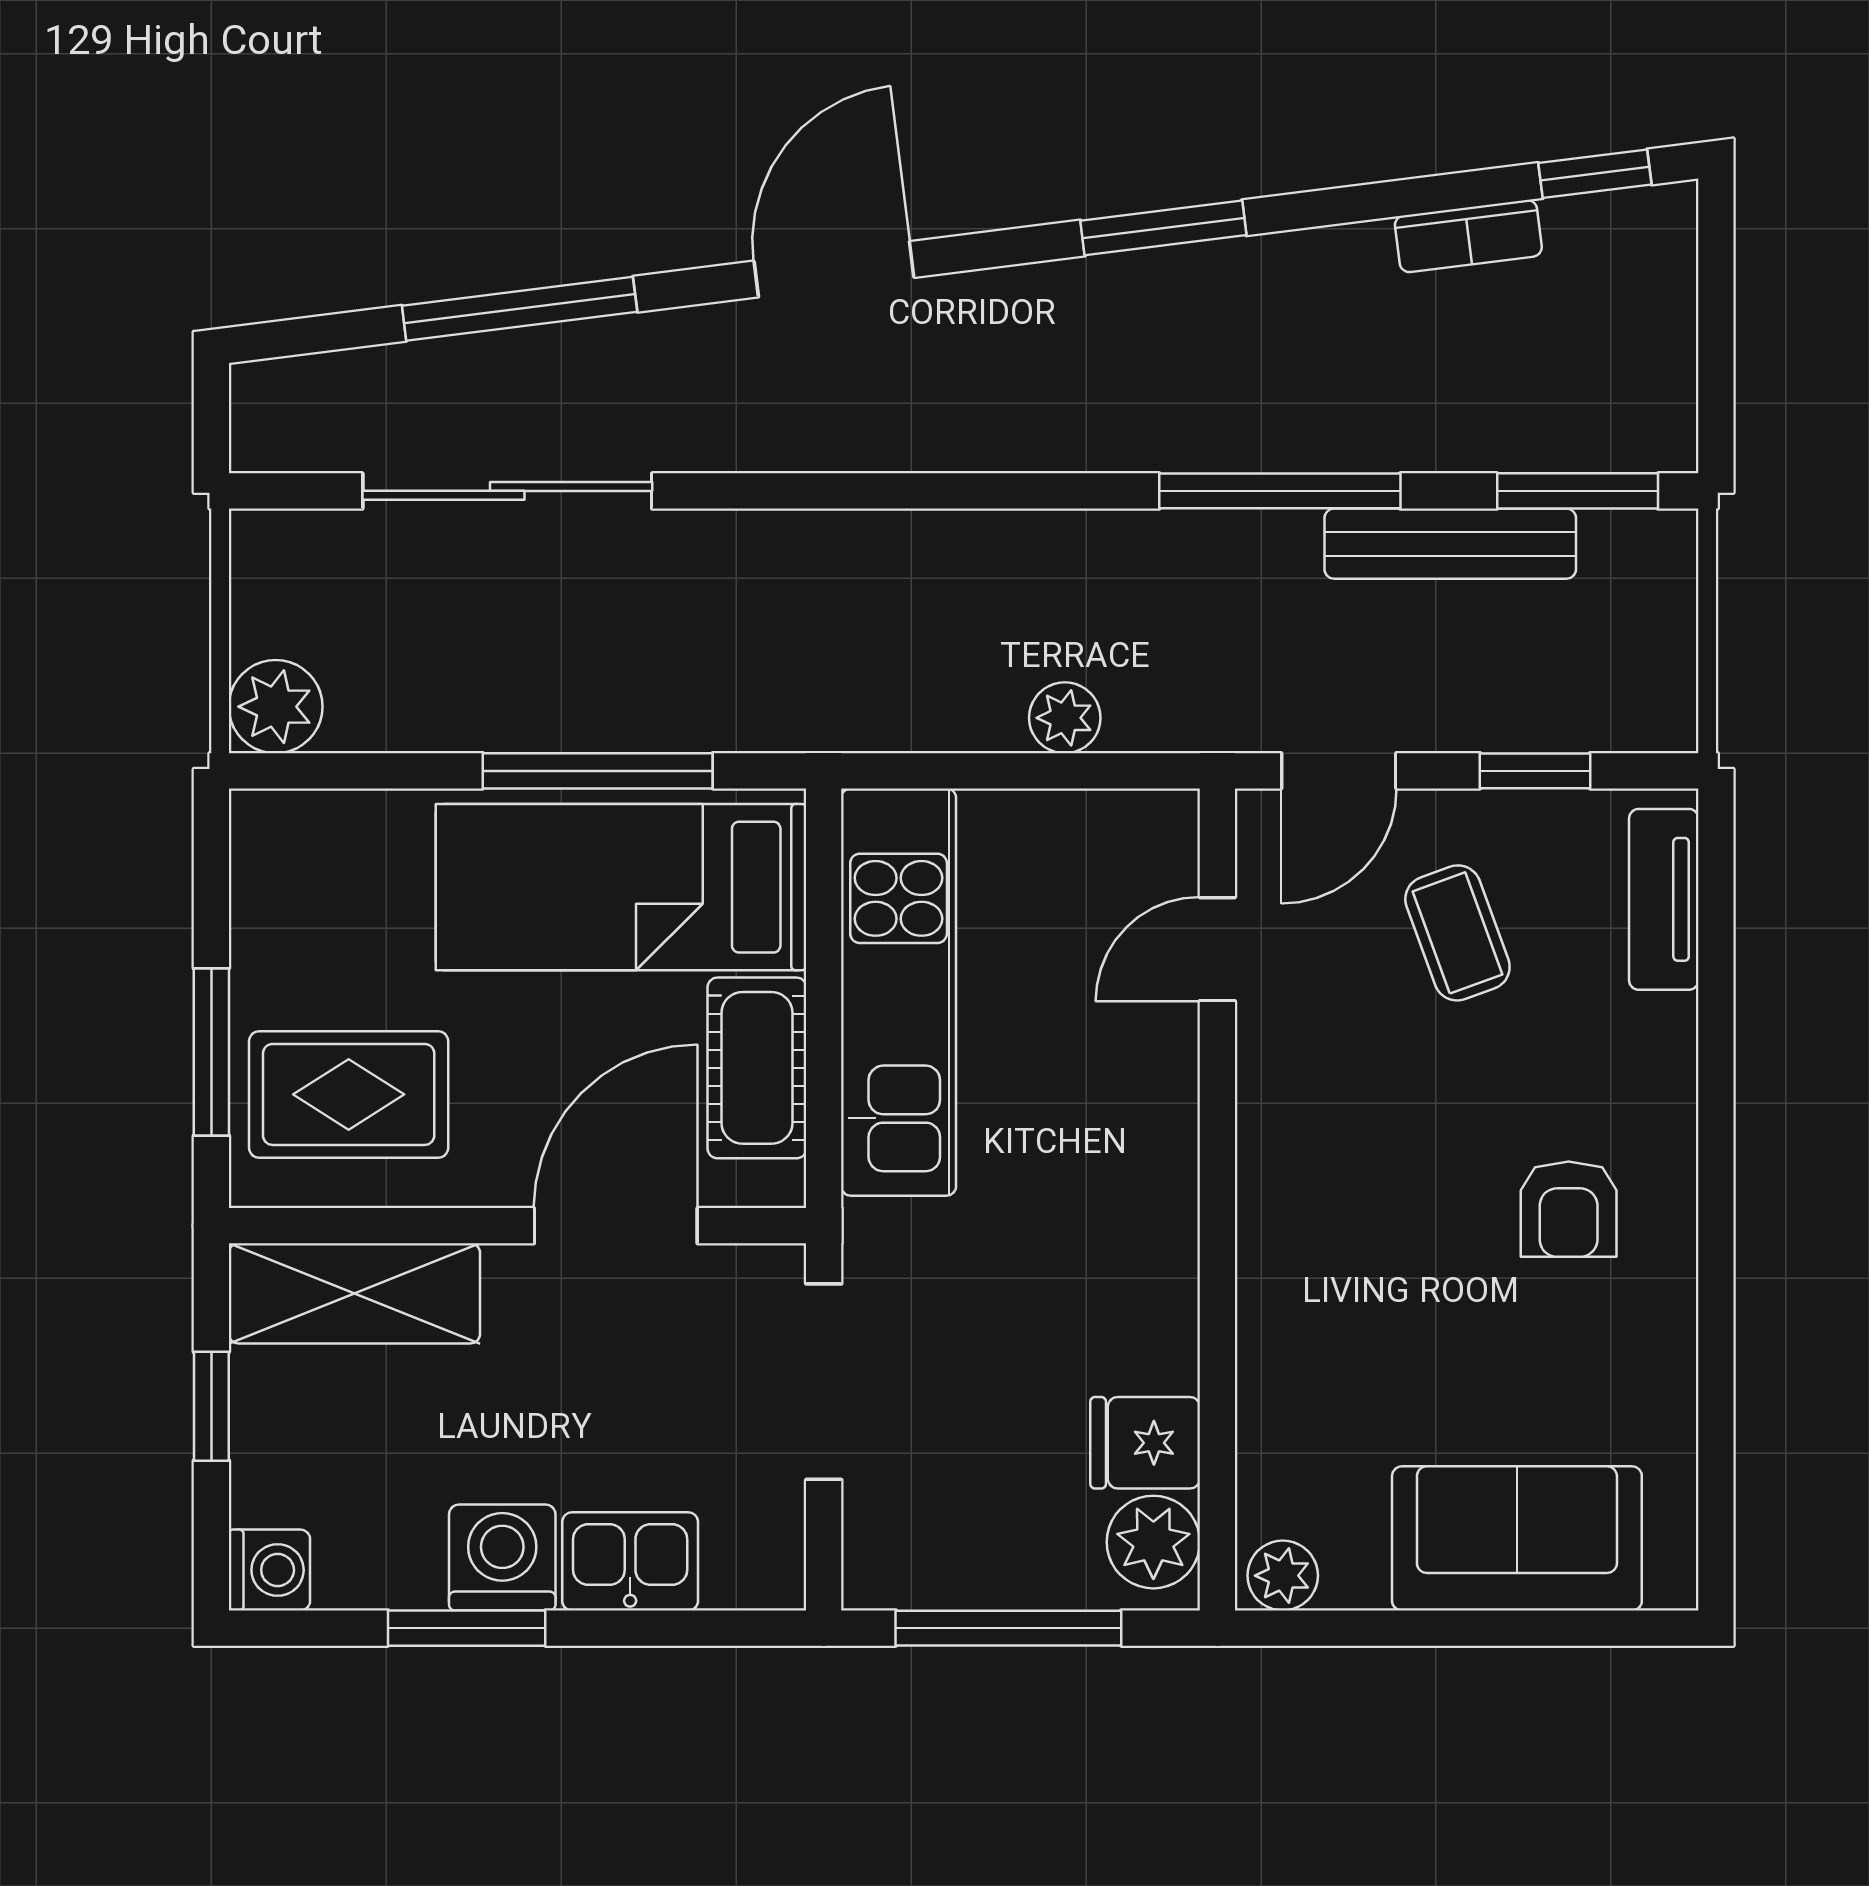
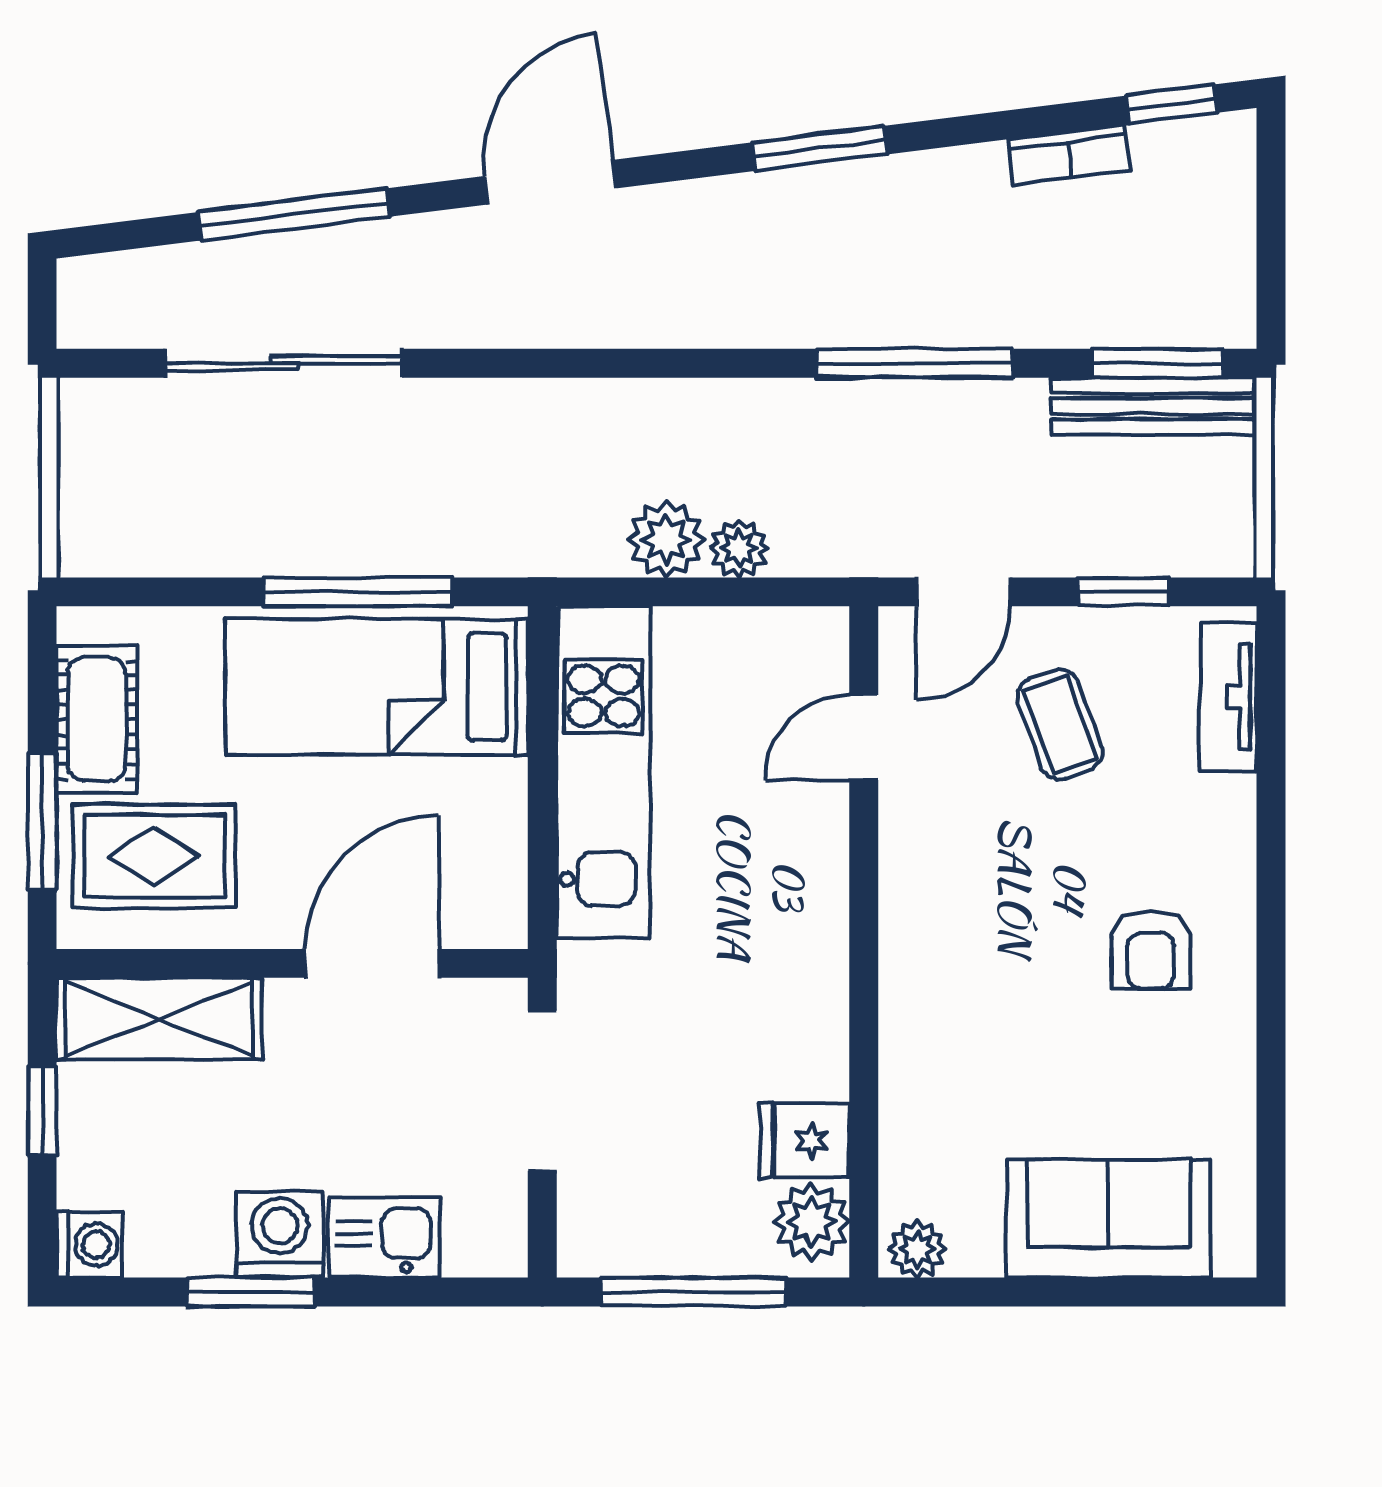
bench: (1450, 544) -> (1154, 406), moved
plant: (276, 707) -> (666, 539), moved
cot: (757, 1068) -> (97, 719), moved

